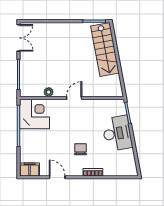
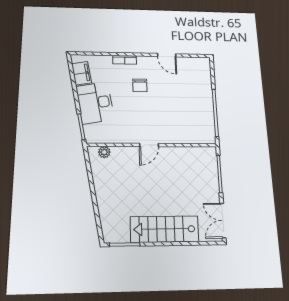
stairs: (105, 50) -> (165, 229), moved, turned -79
plant: (49, 92) -> (104, 152), moved
corner desk: (34, 114) -> (197, 126), removed
filing cabinet: (30, 170) -> (82, 73), moved, turned -101

